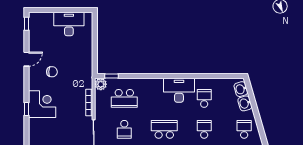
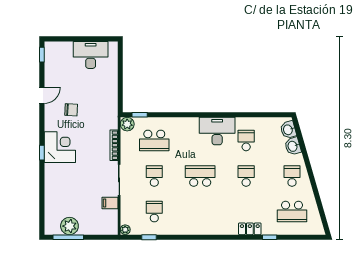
school desk: (124, 129) -> (154, 176), turned 180

